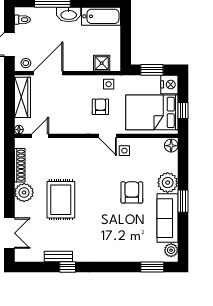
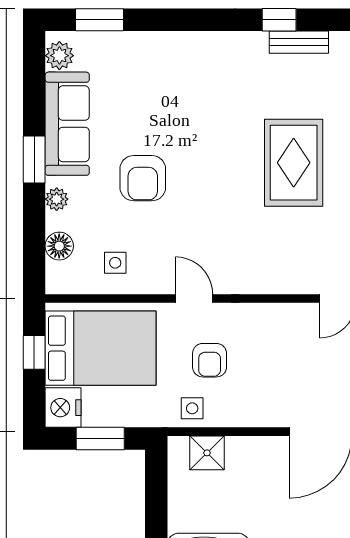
floor lamp: (171, 146) -> (59, 246), moved
side table: (124, 151) -> (115, 263), moved
plant: (168, 183) -> (57, 199), width x0.53, depth x0.53

